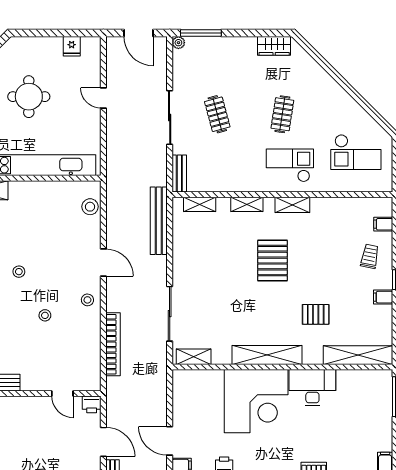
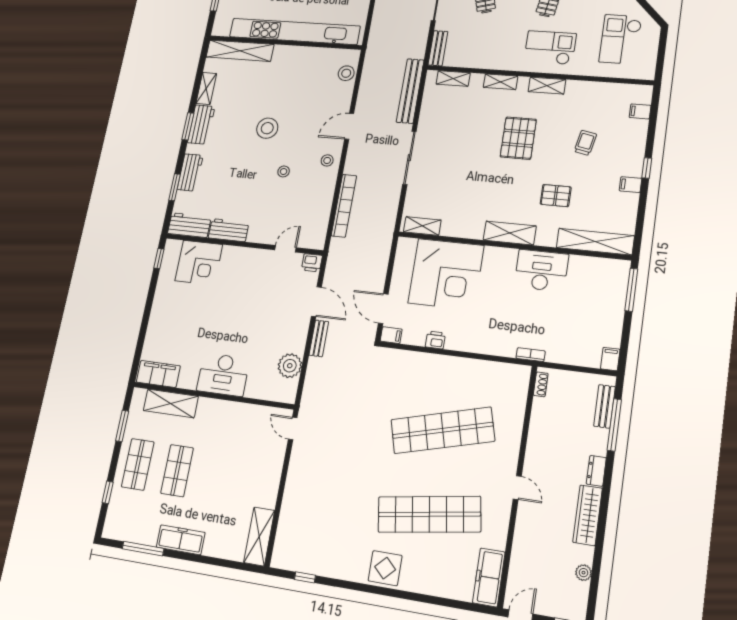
checkout: (356, 152) -> (620, 39), turned 90
trolley: (370, 256) -> (585, 143), moved
door: (103, 263) -> (349, 126), swing flipped
stool: (19, 272) -> (267, 128), width x1.89, depth x1.89
sliding door: (170, 314) -> (409, 158), moved
shelving: (267, 355) -> (510, 233), width x0.68
door: (62, 394) -> (285, 249), swing flipped
corner desk: (256, 401) -> (446, 274), moved

